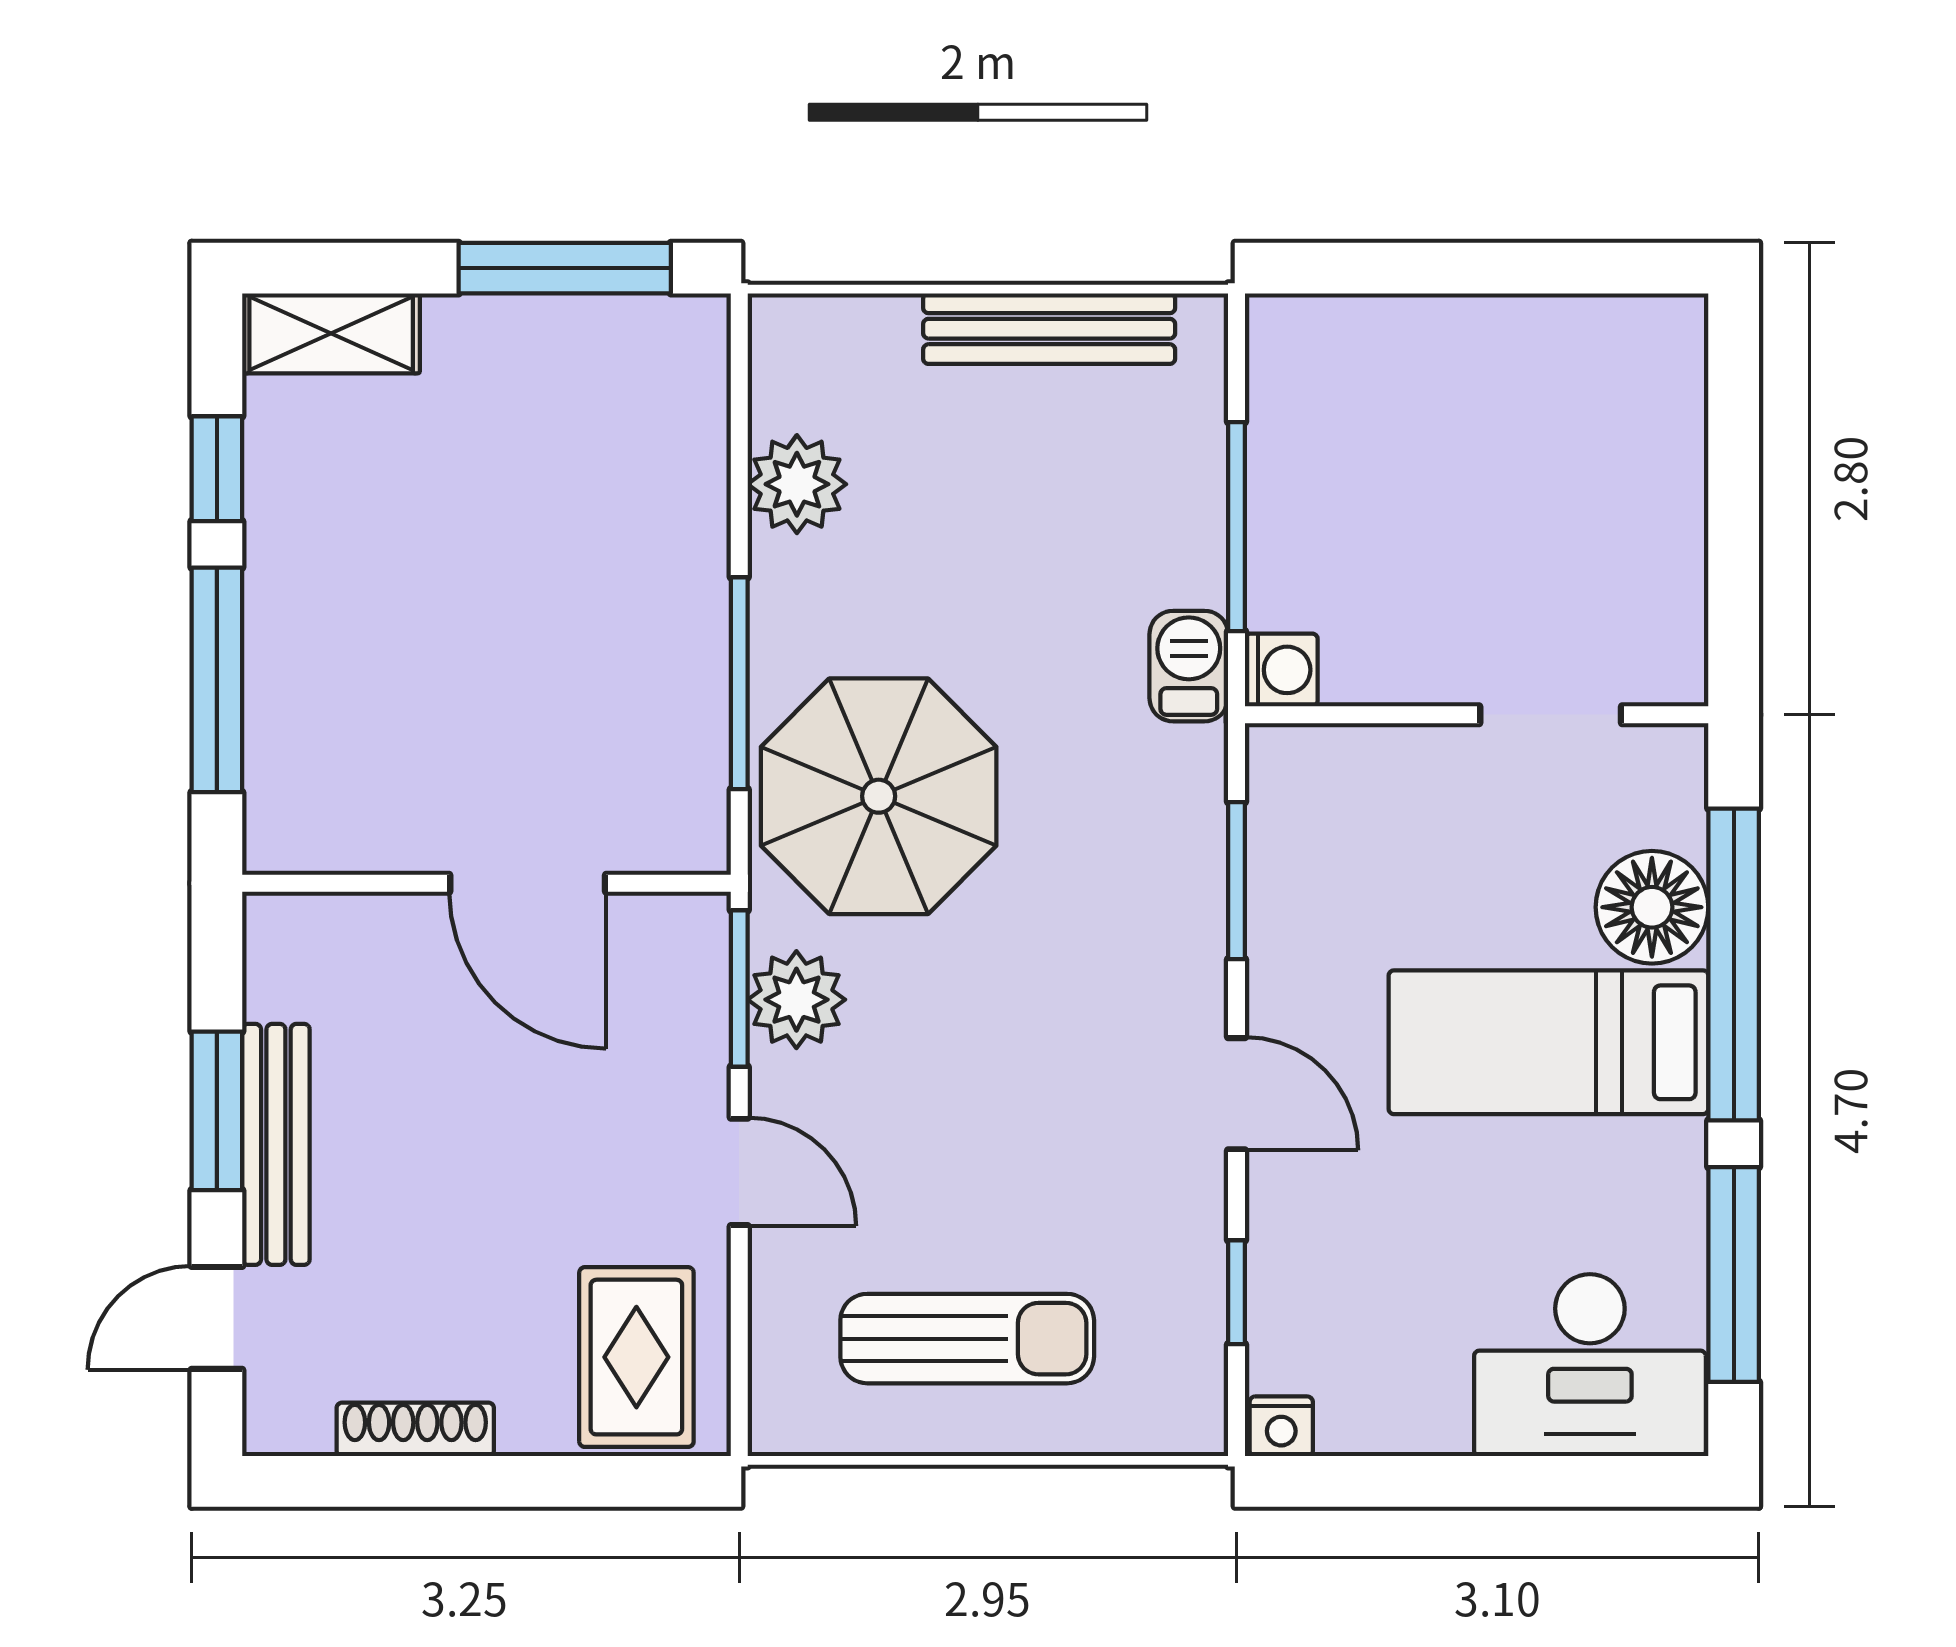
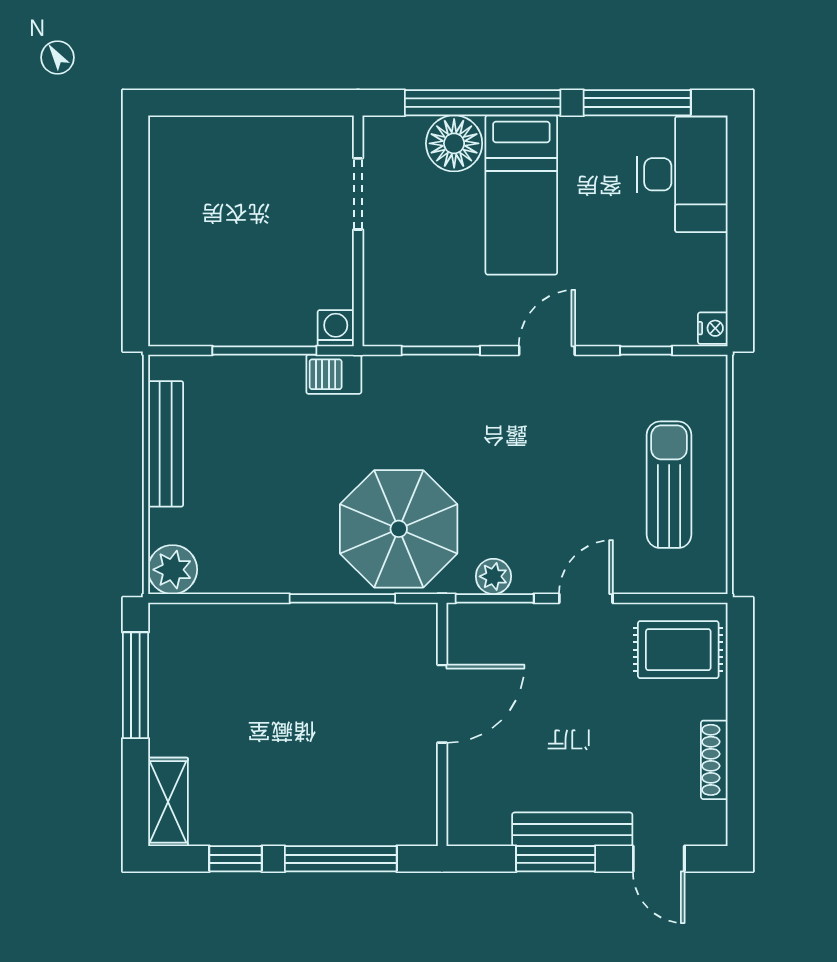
plant: (797, 484) -> (173, 570), moved
plant: (796, 1000) -> (493, 576), width x0.73, depth x0.73

